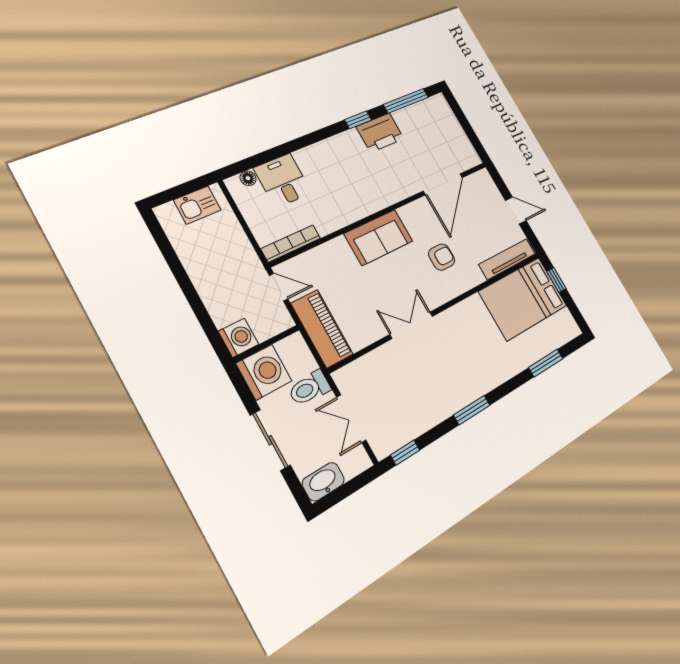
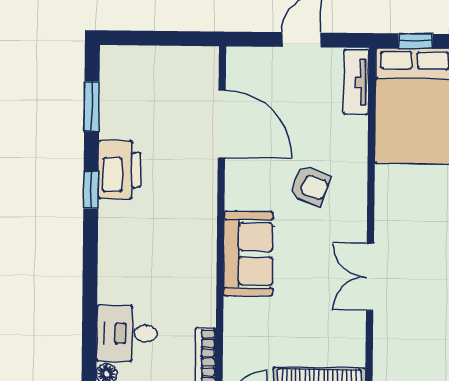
window: (406, 101) -> (92, 106), width x0.69
armchair: (442, 257) -> (310, 186), turned 111
tv unit: (507, 259) -> (356, 82), width x0.71

